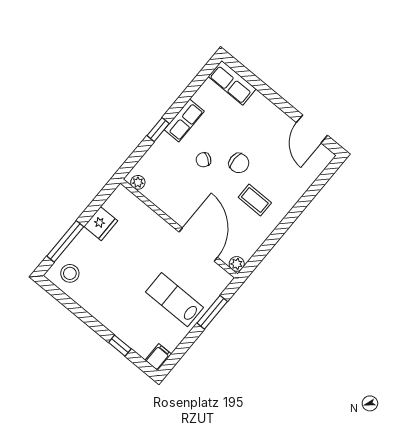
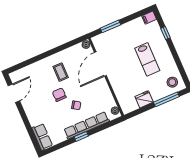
row of seats: (184, 120) -> (86, 125), width x2.02
window: (158, 130) -> (81, 136), moved
lab bench: (174, 300) -> (147, 59), moved

